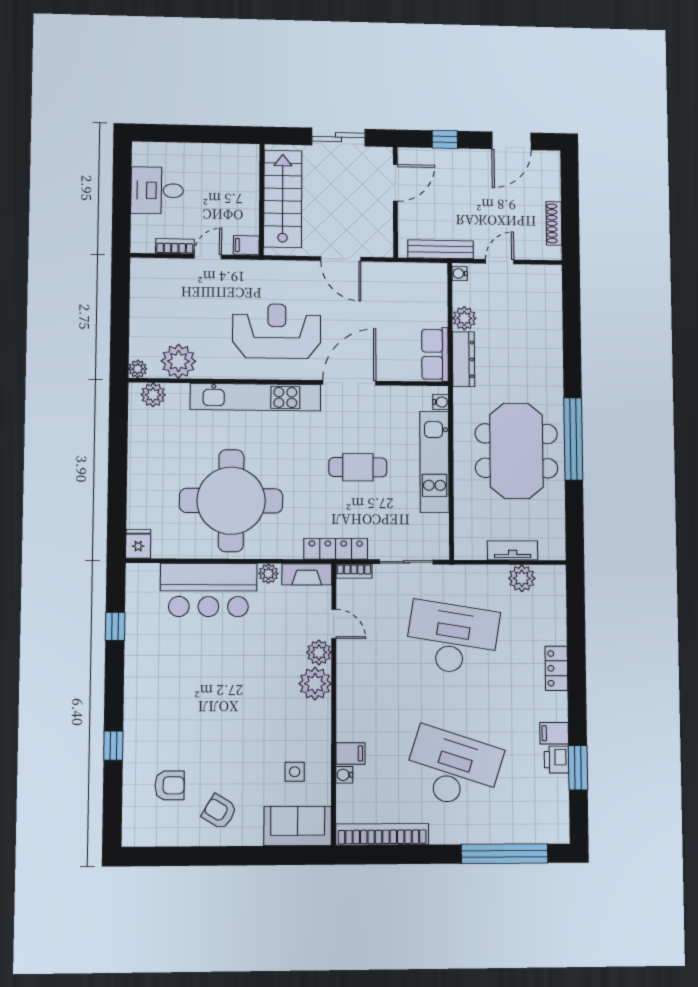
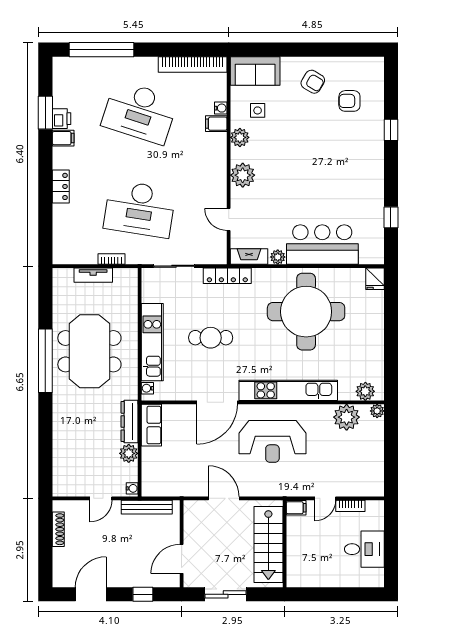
bookcase: (354, 571) -> (111, 259), moved
plant: (522, 578) -> (86, 254), removed
plant: (319, 652) -> (240, 137), moved

